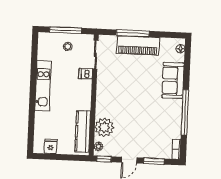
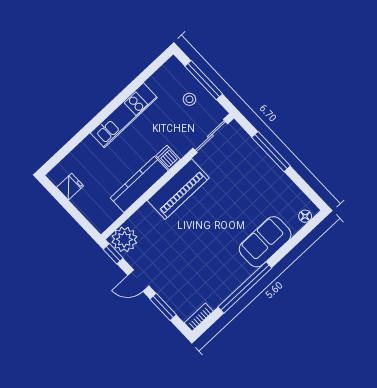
piano: (138, 45) -> (178, 189), moved, turned -90
dishwasher: (86, 74) -> (168, 158), moved
plant: (104, 127) -> (145, 221), removed
kitchen counter: (83, 132) -> (139, 184), moved
plant: (99, 146) -> (124, 239), width x1.87, depth x1.87

